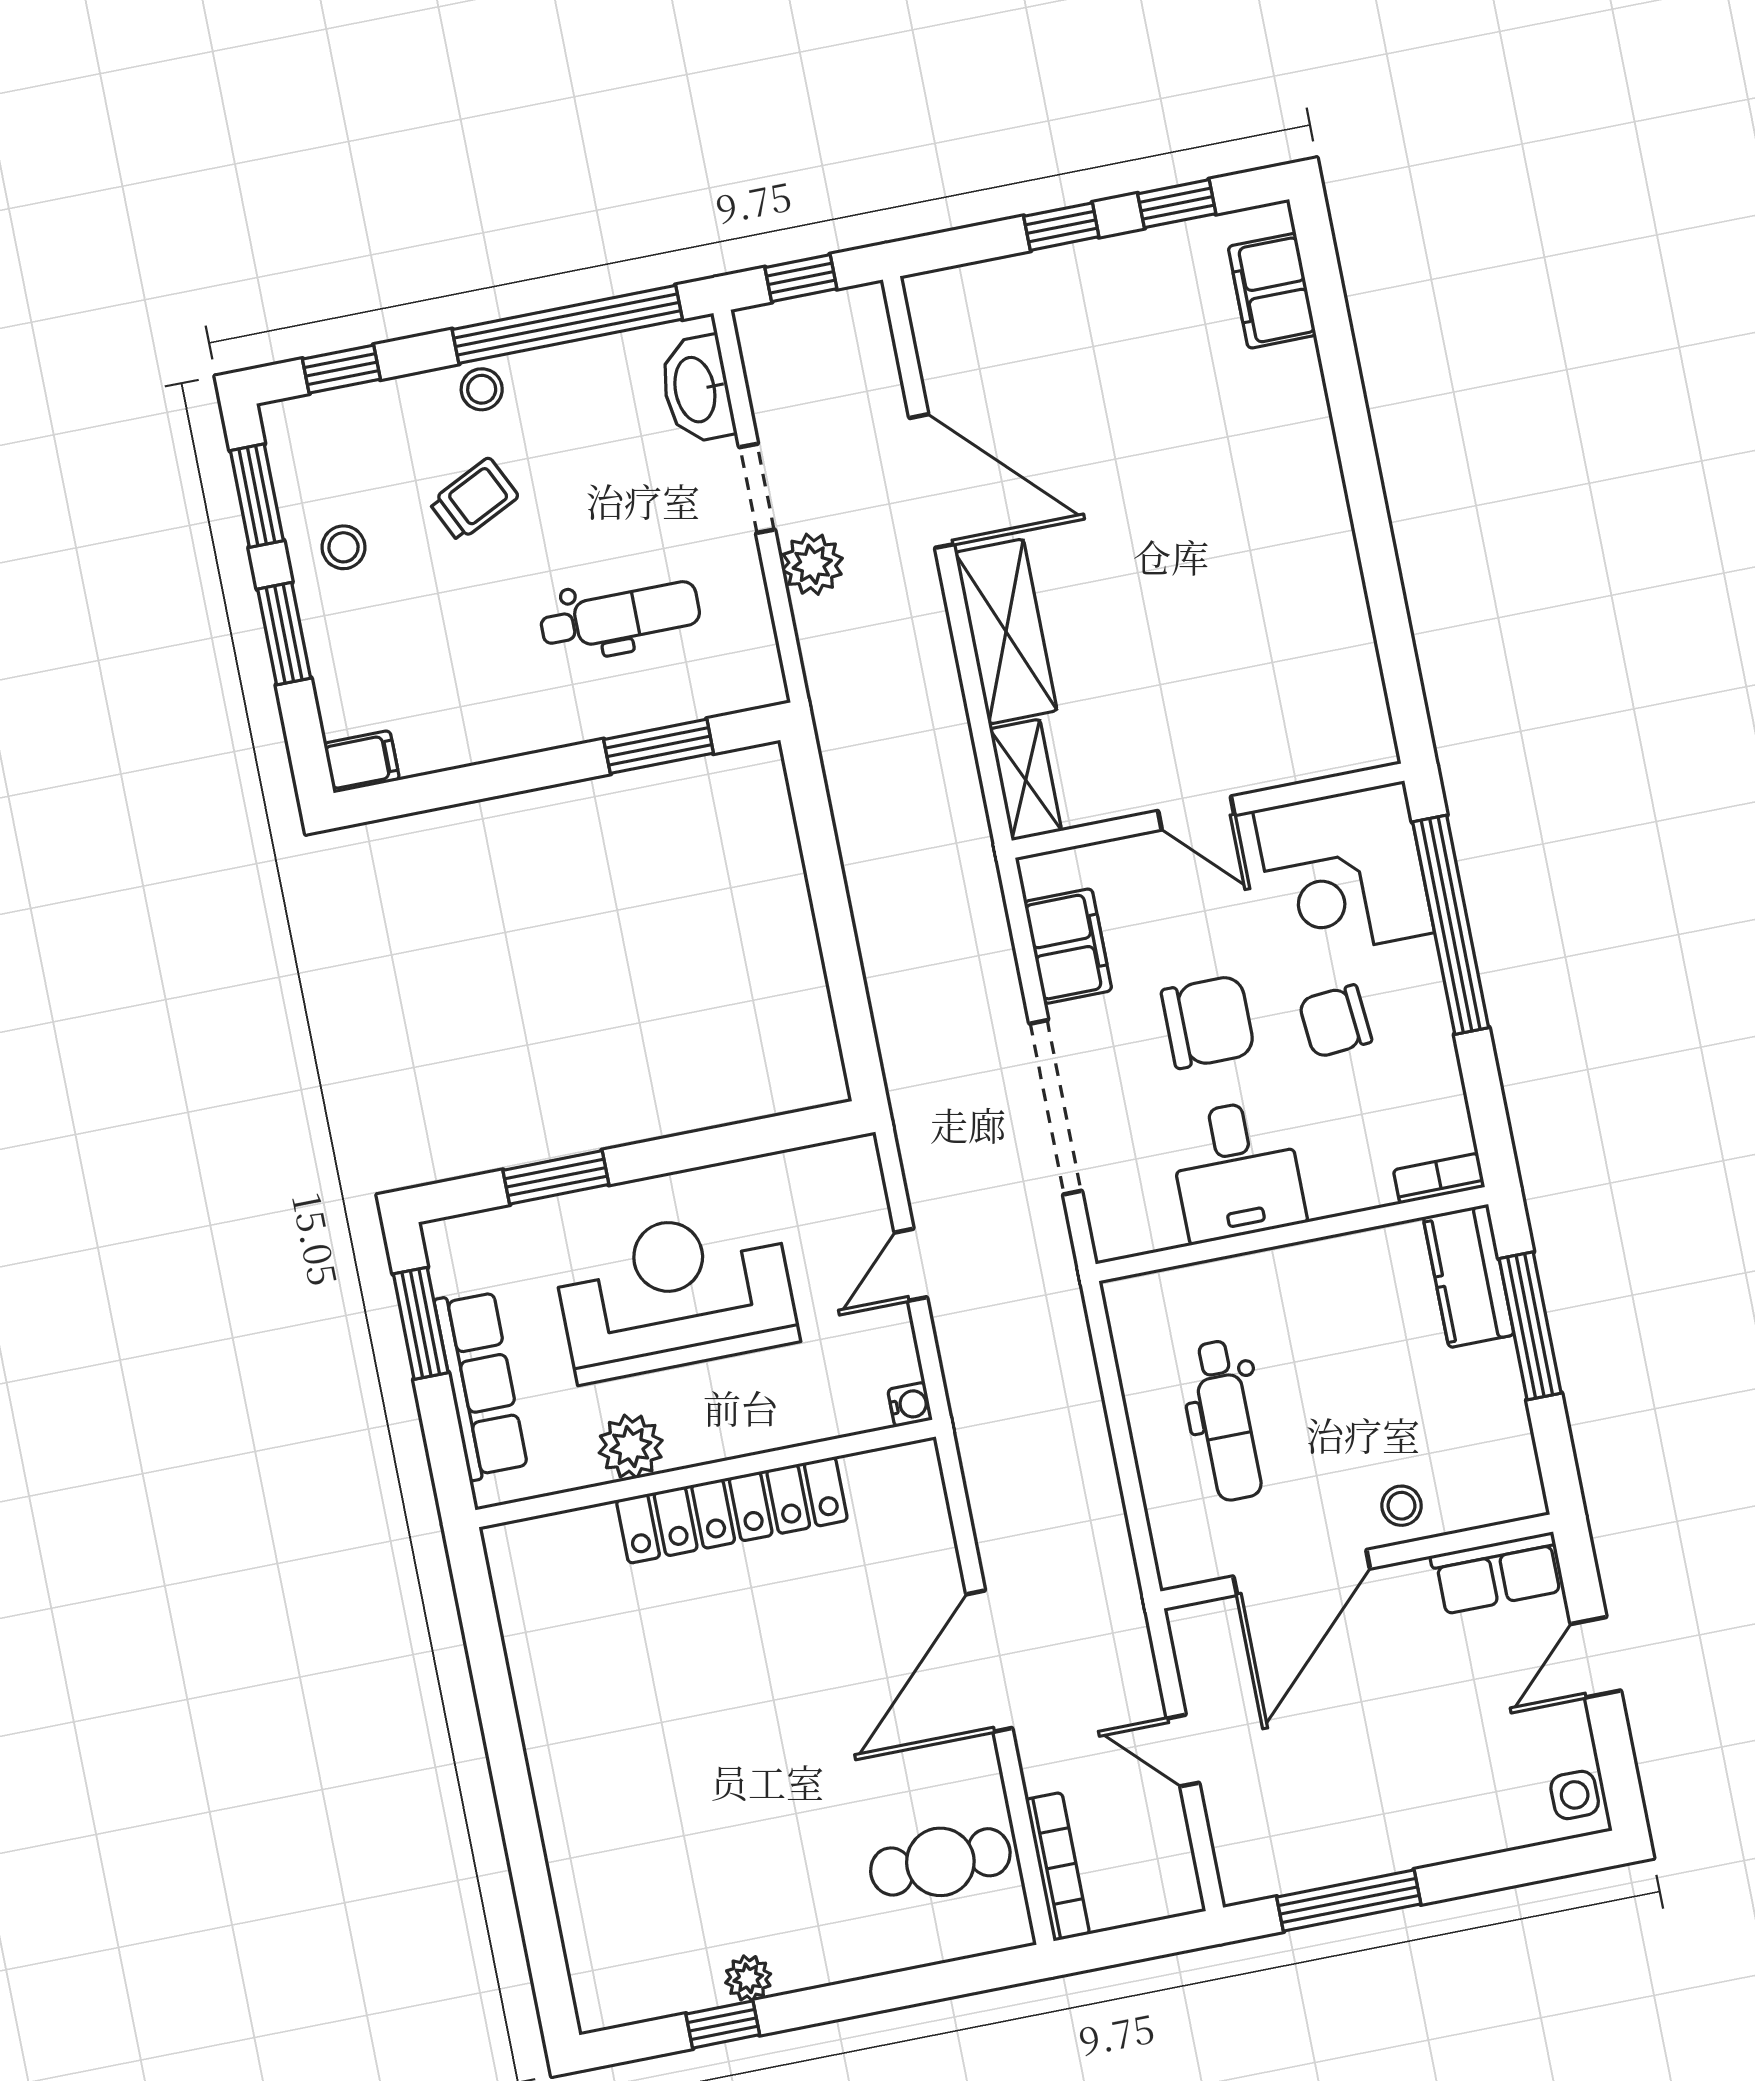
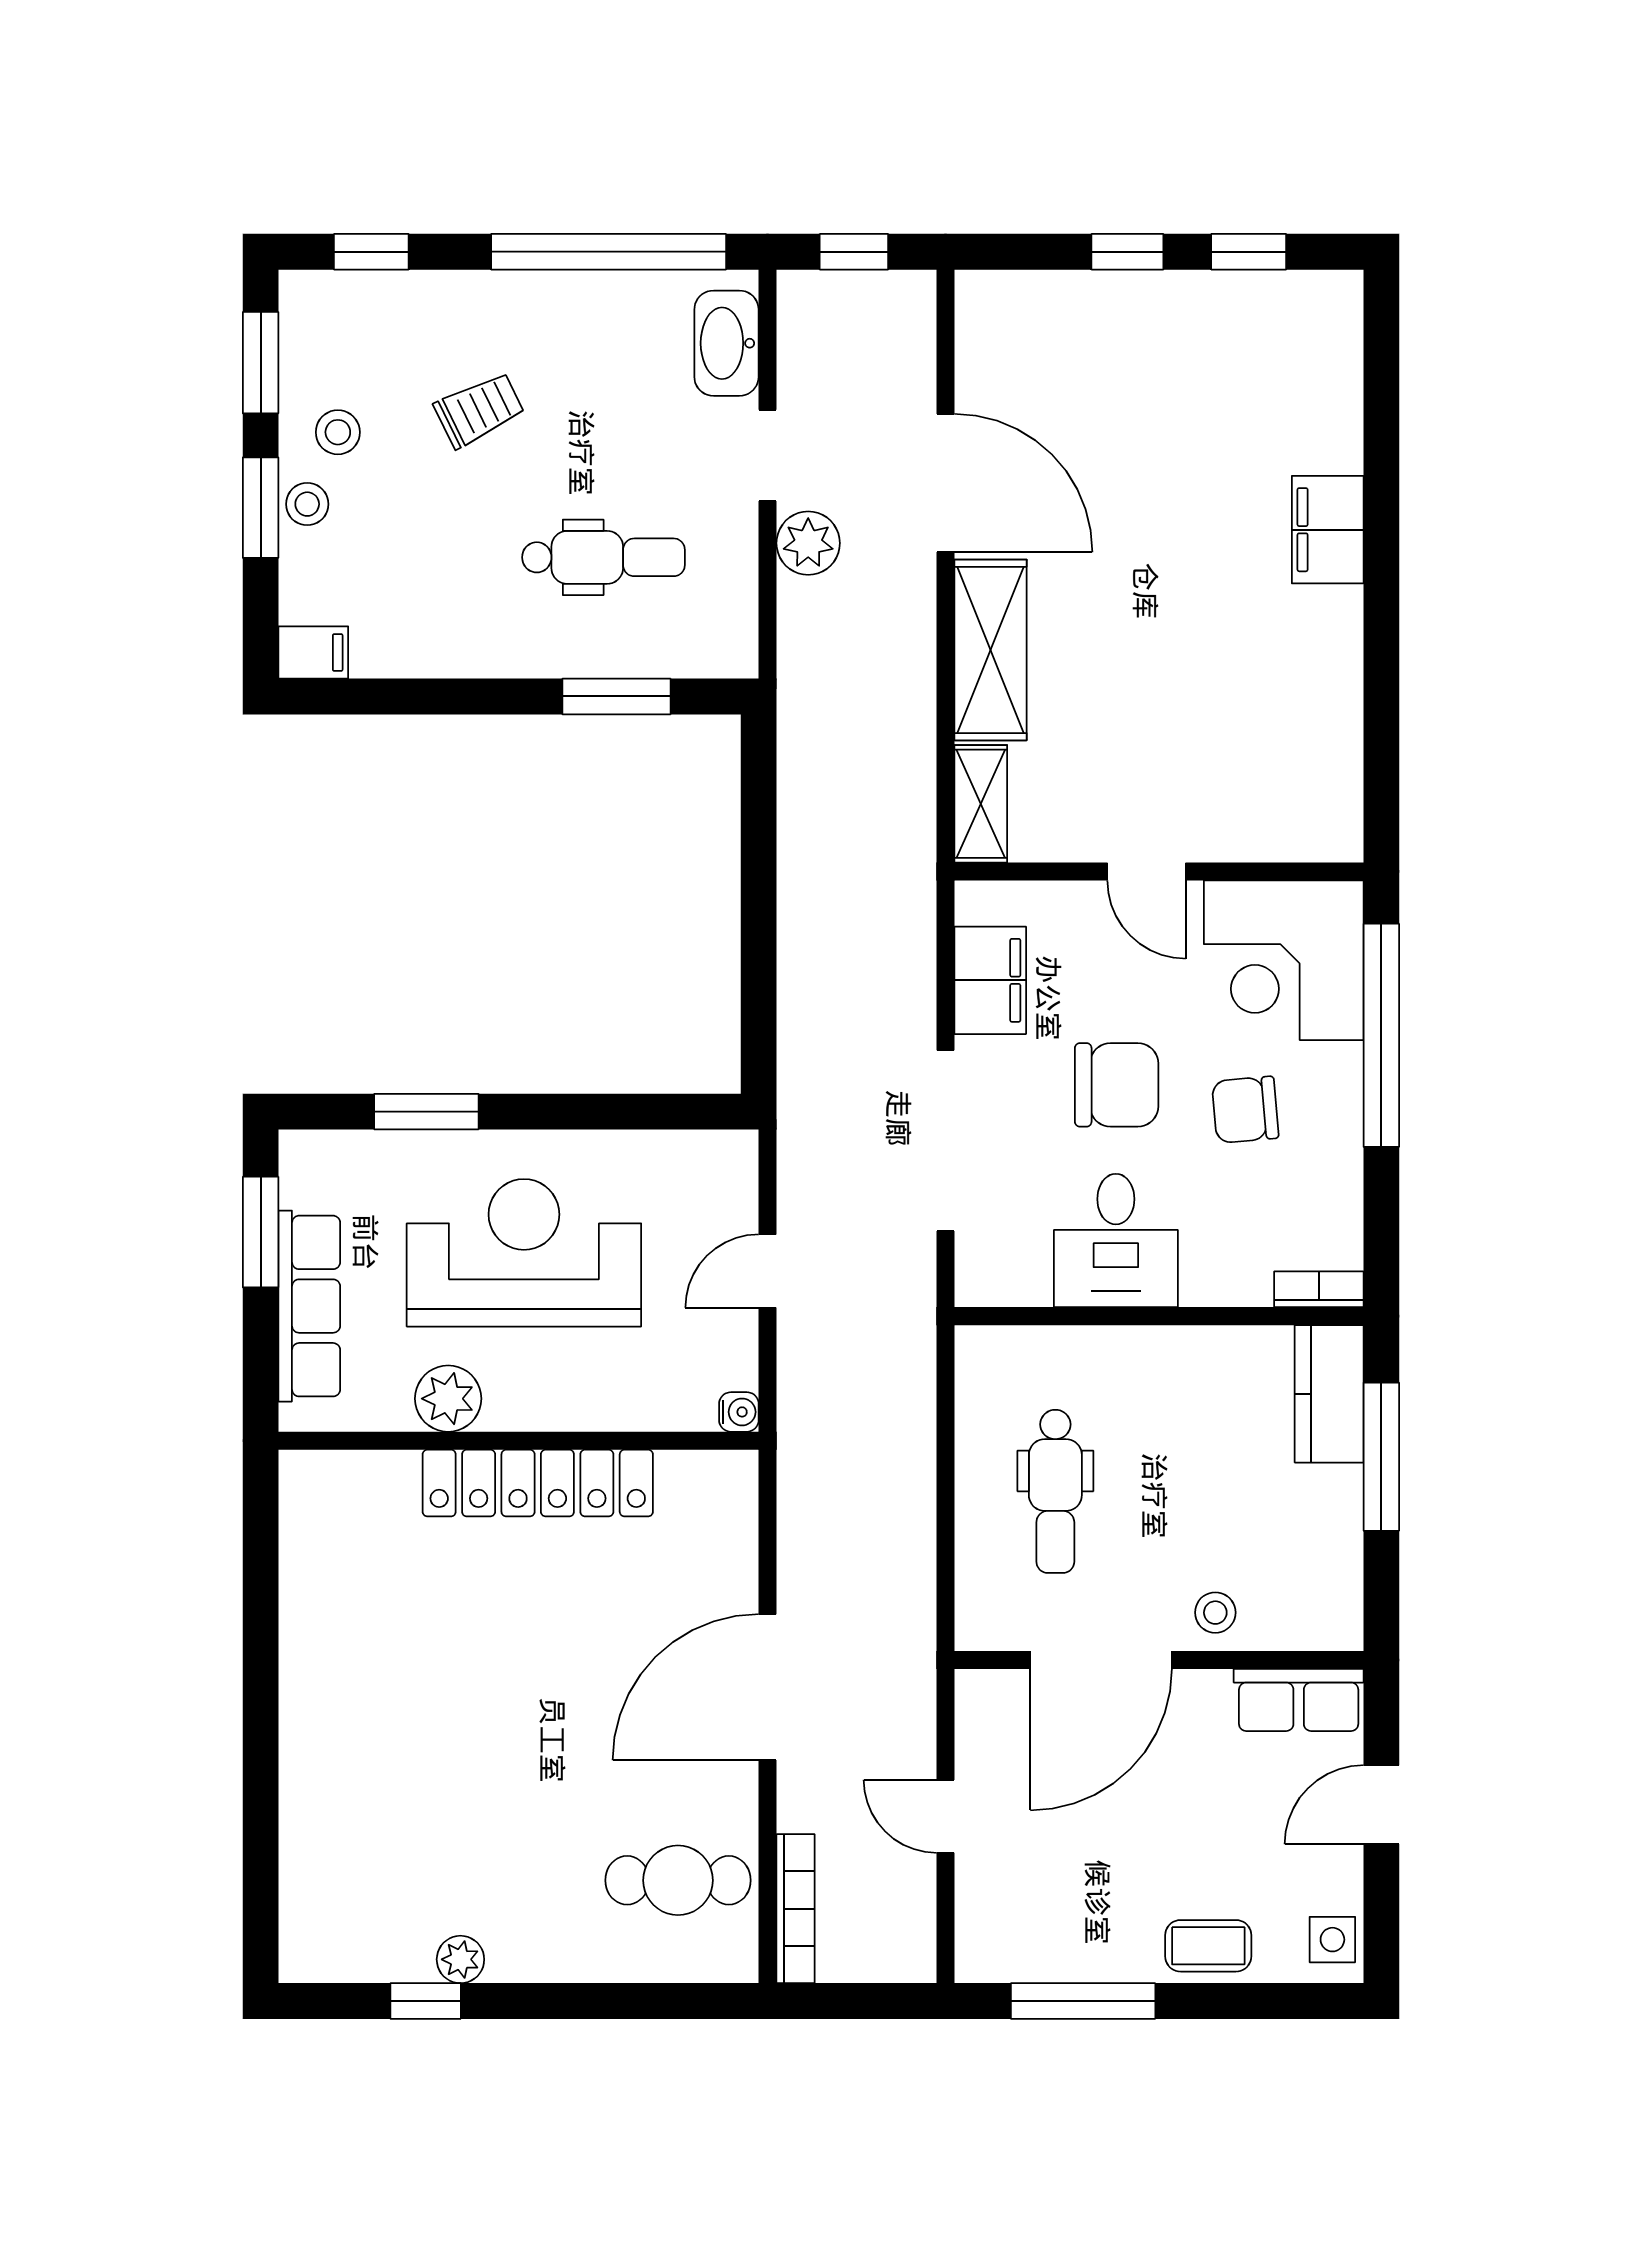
filing cabinet: (1272, 291) -> (1328, 530), moved
stool: (482, 389) -> (307, 504), moved
coffee table: (1458, 1824) -> (1208, 1946), added

